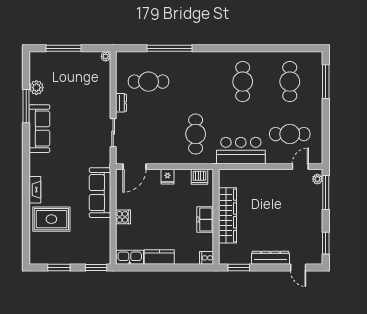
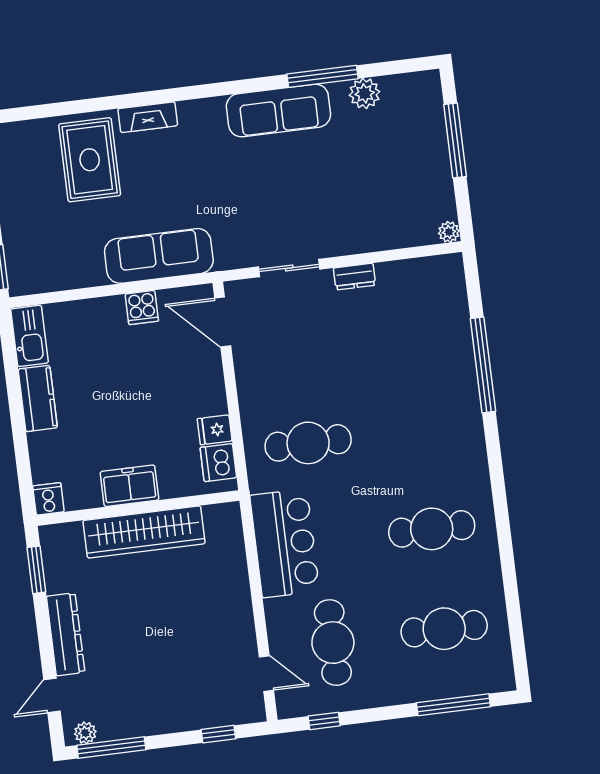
cafe table: (149, 82) -> (407, 329), removed
window: (326, 143) -> (324, 721), added
fridge: (167, 177) -> (215, 430), moved
plant: (317, 179) -> (85, 733), moved
window: (326, 193) -> (218, 734), width x0.46
cooker: (123, 217) -> (142, 308), moved
window: (326, 243) -> (111, 747), width x1.44

